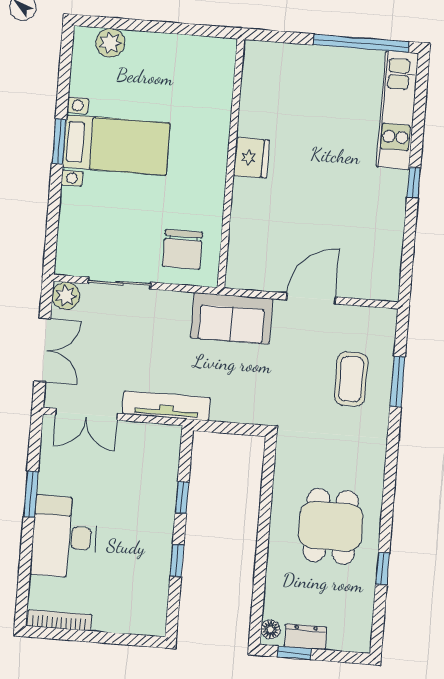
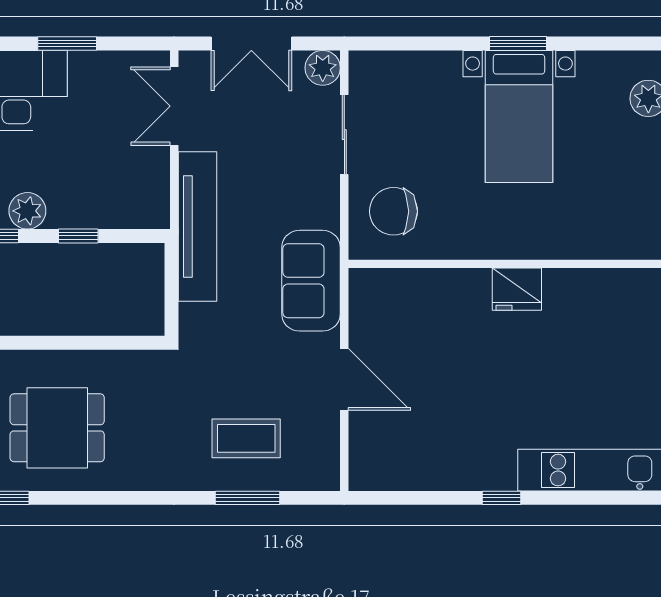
tv unit: (166, 406) -> (197, 227), width x1.36, depth x1.29
plant: (159, 536) -> (27, 211), added

